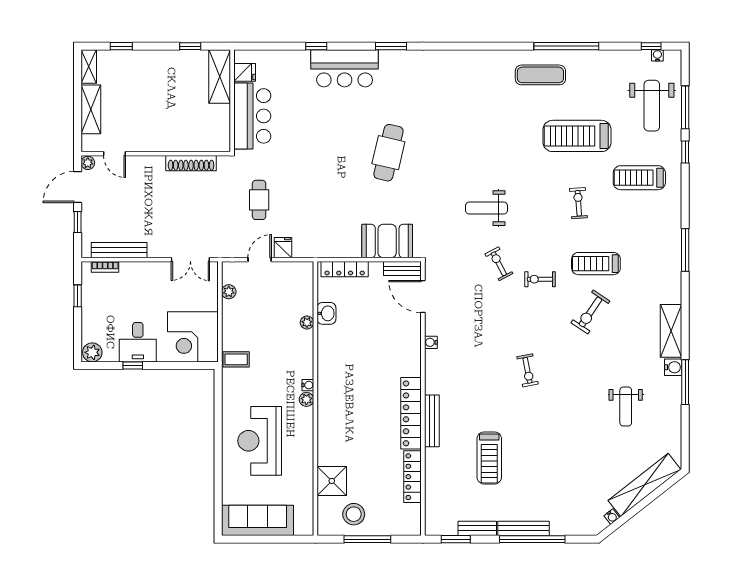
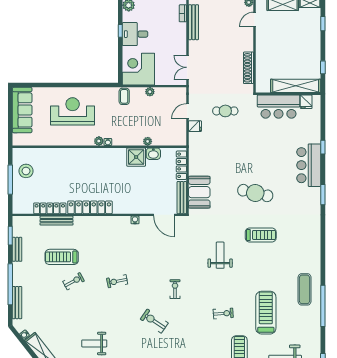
shelving: (220, 76) -> (296, 86), width x1.47
door: (260, 260) -> (187, 111), swing flipped
exercise bike: (499, 264) -> (74, 281), moved
treadmill: (596, 264) -> (261, 235), moved, turned 90
bench: (402, 269) -> (182, 198), width x1.36
plant: (229, 292) -> (150, 92), moved
door: (423, 297) -> (164, 215), swing flipped
bench: (432, 421) -> (57, 221), moved
shower: (332, 481) -> (136, 157), moved
bench: (523, 528) -> (17, 303), moved

